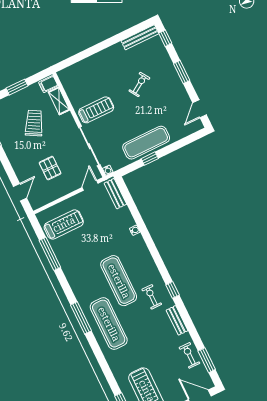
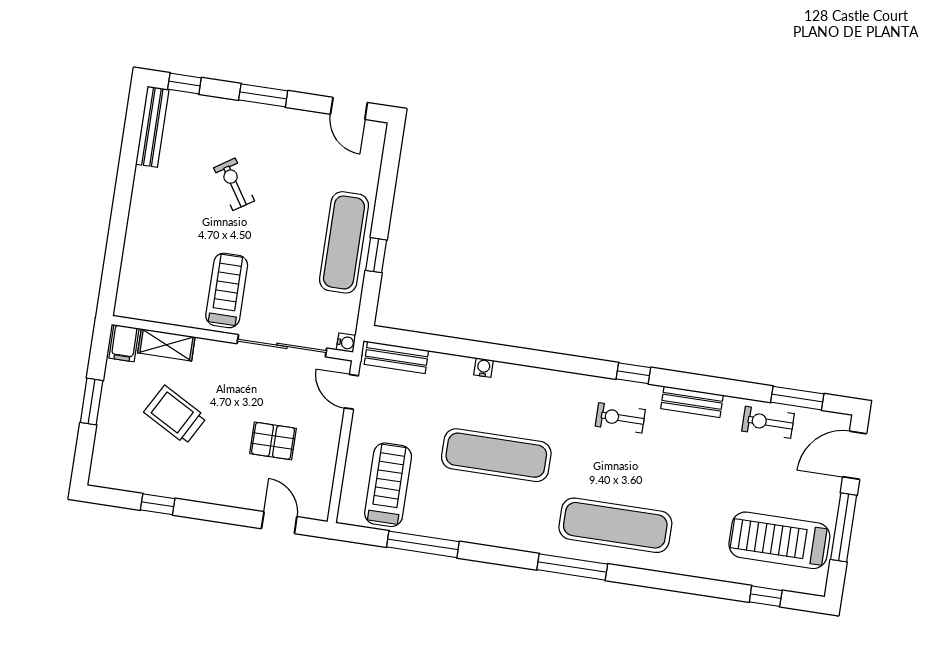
exercise mat: (119, 281) -> (496, 455), moved

